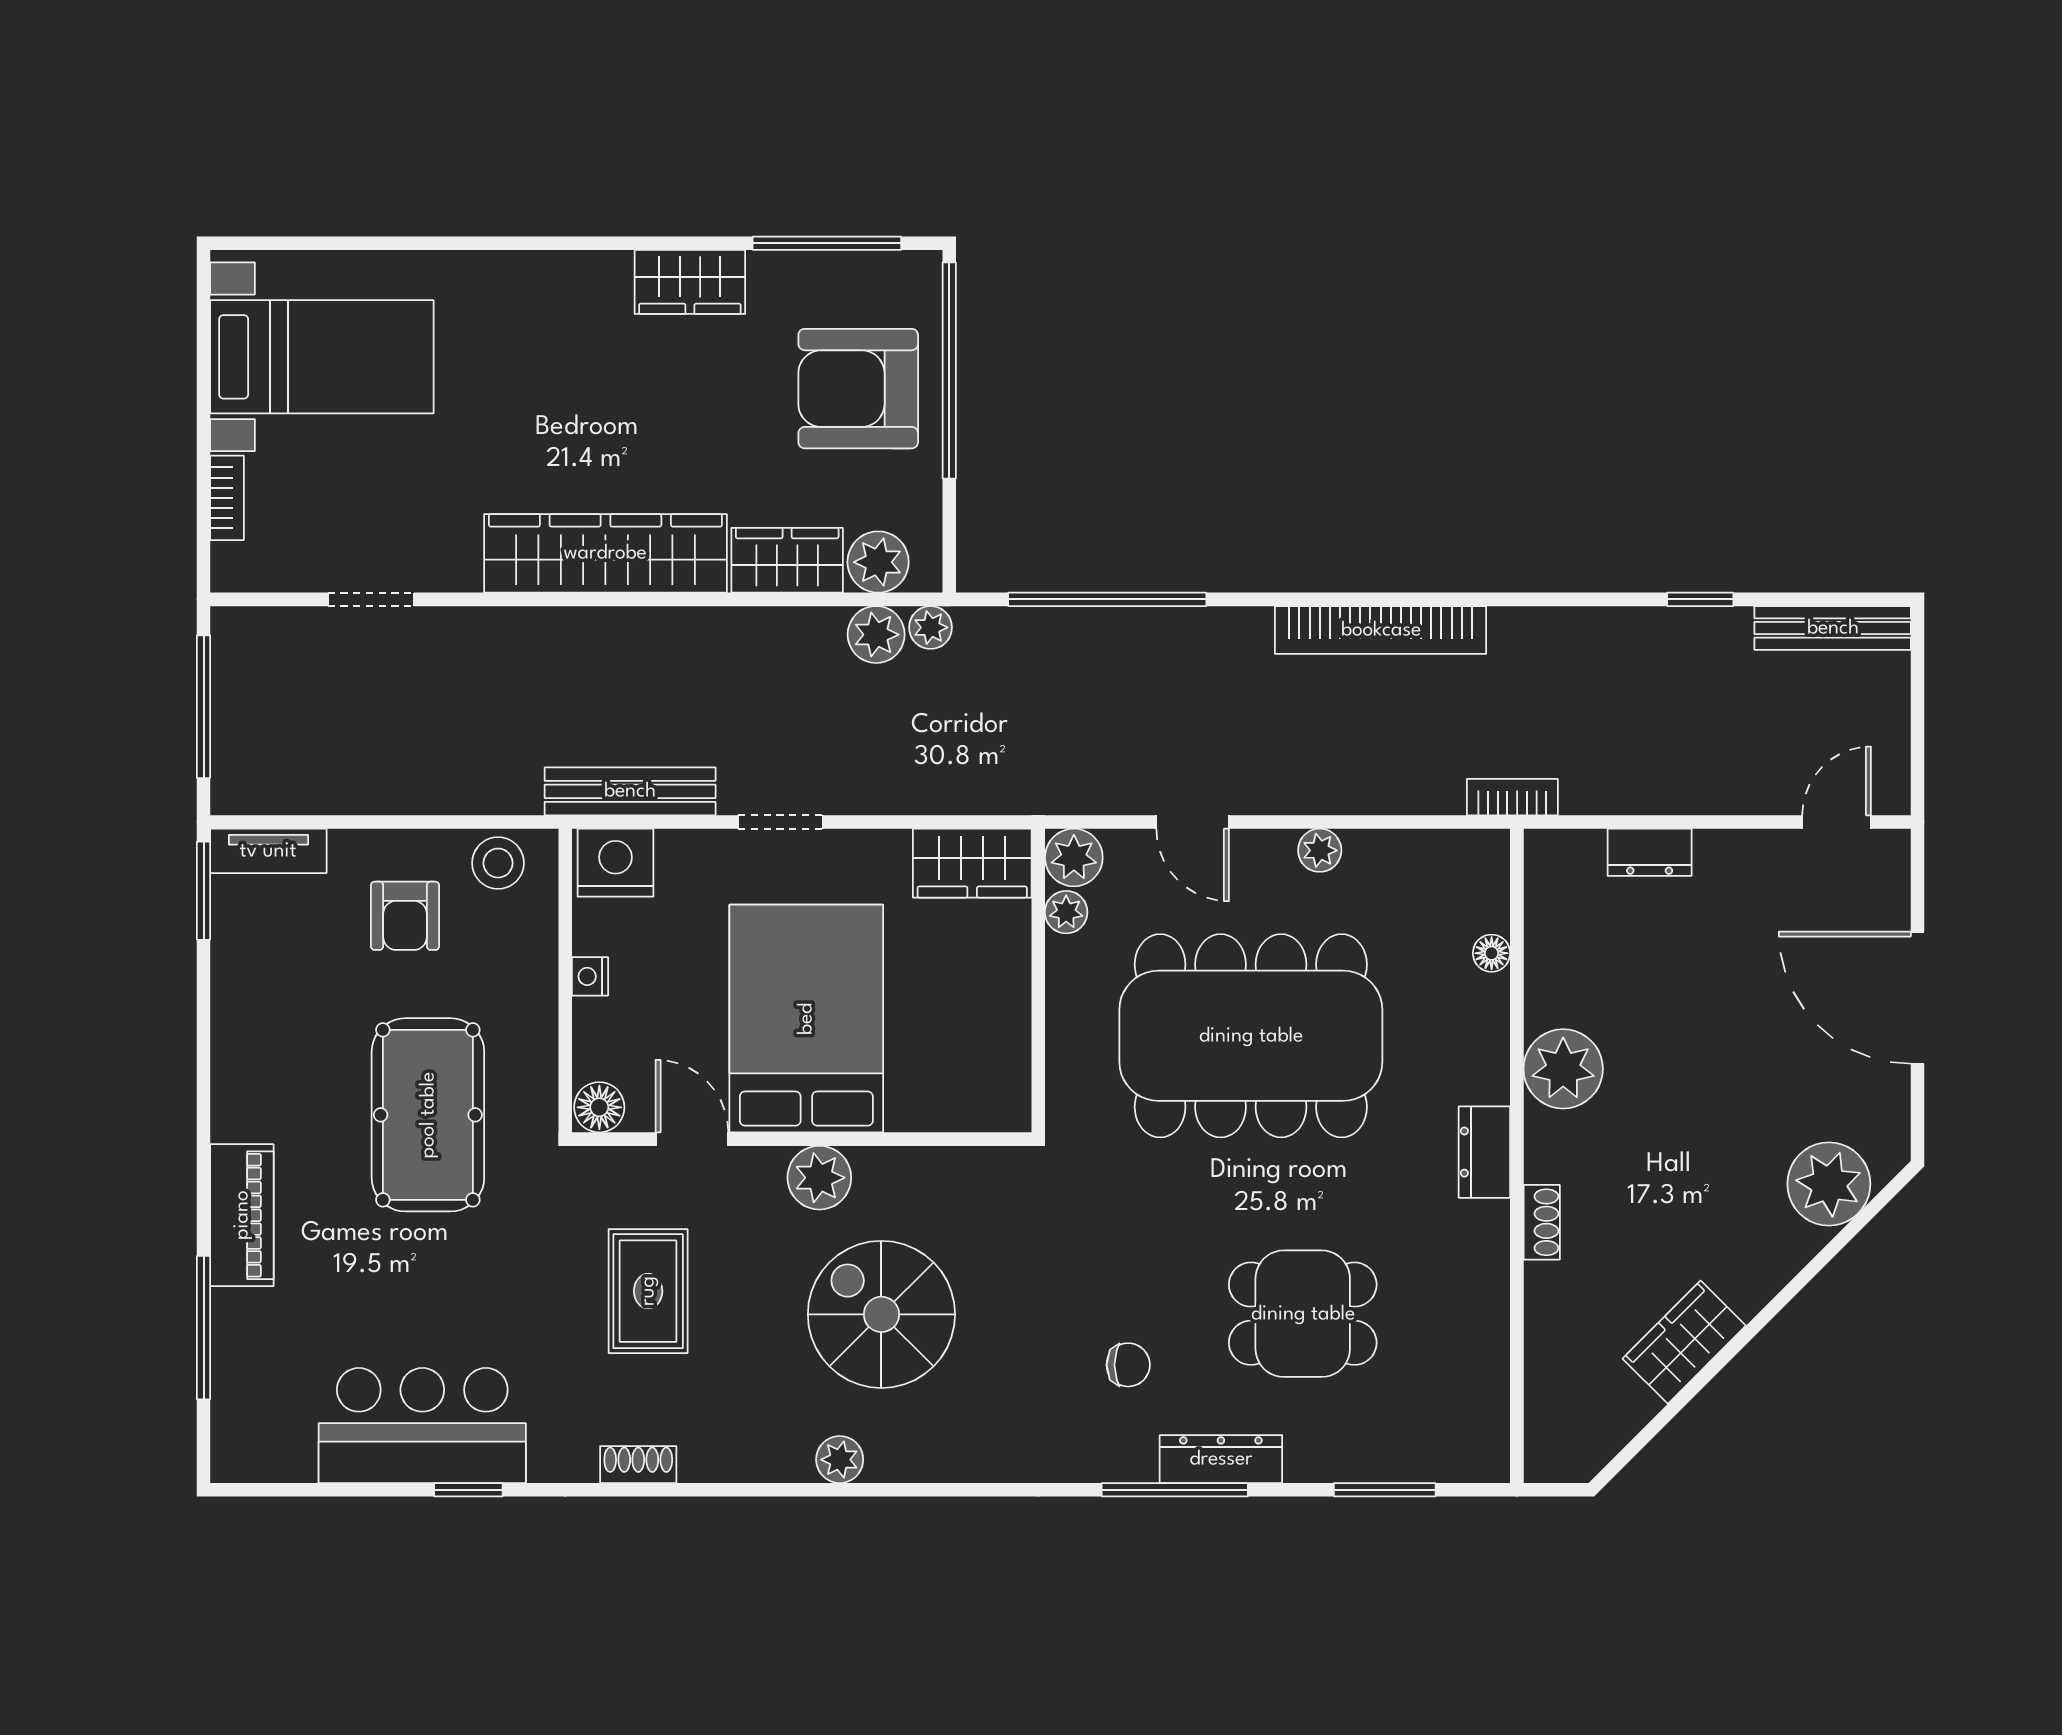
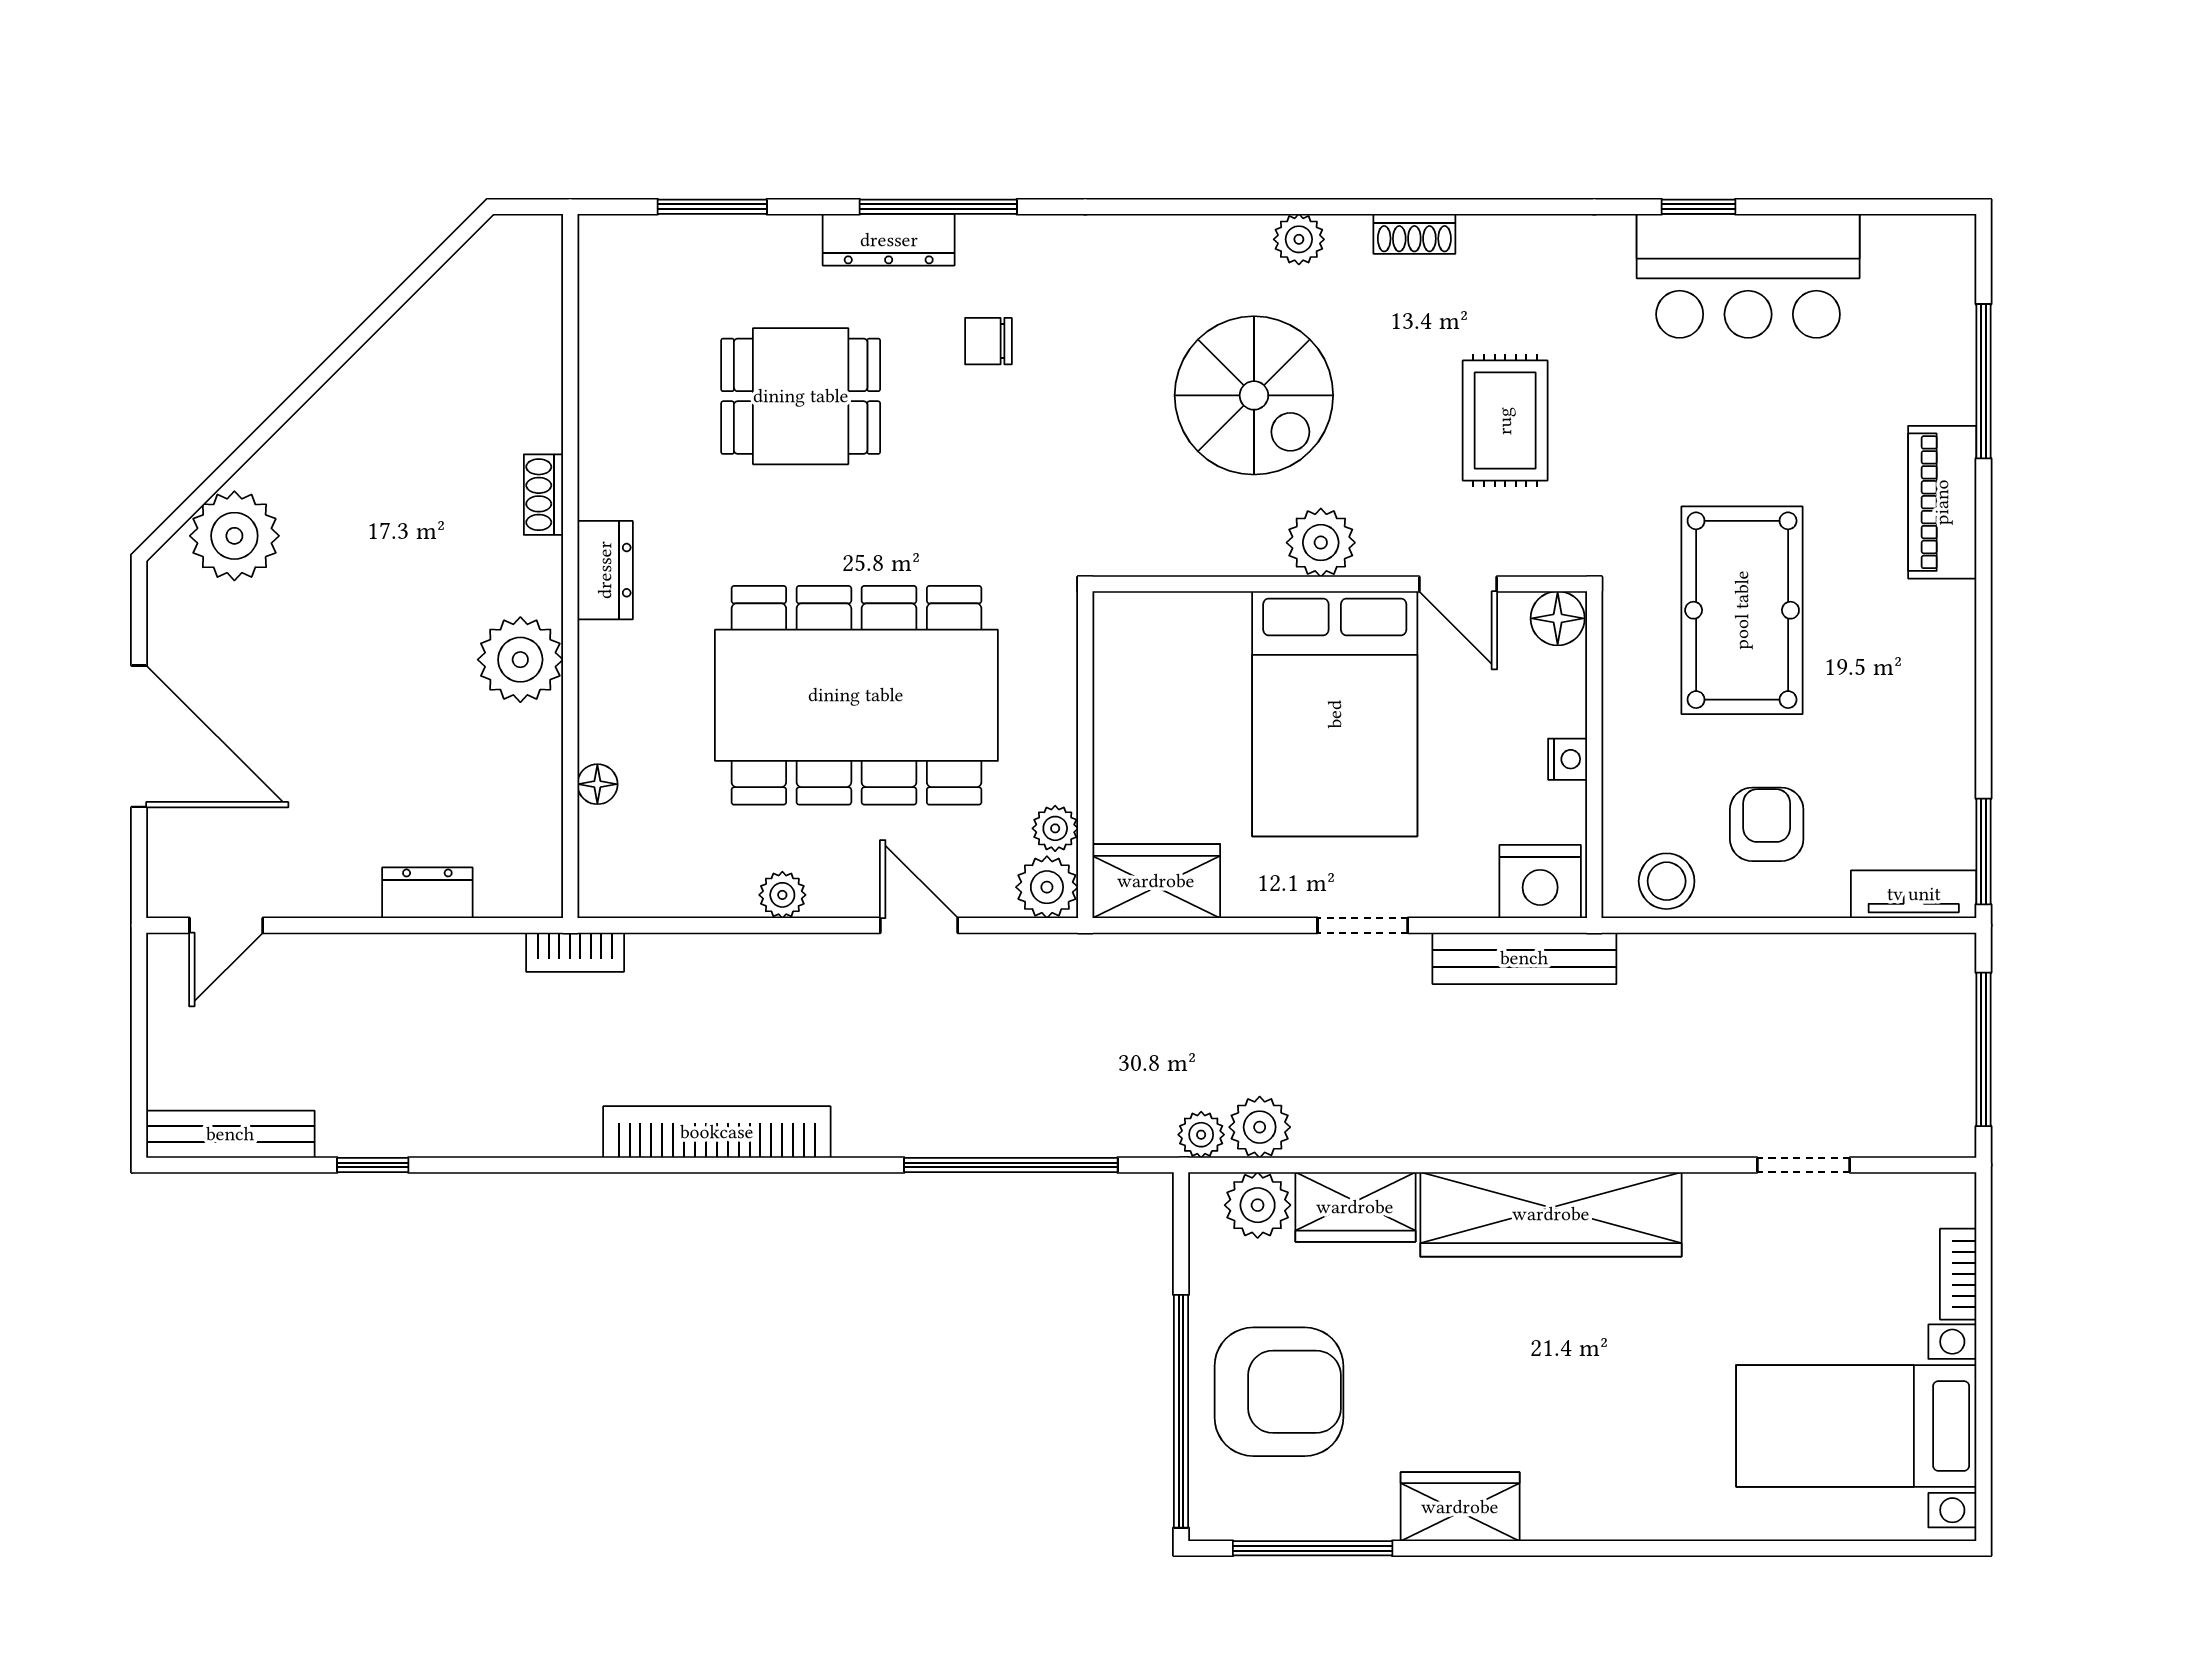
wardrobe: (1684, 1342) -> (390, 366), removed
shoe rack: (638, 1465) -> (1414, 234), moved

